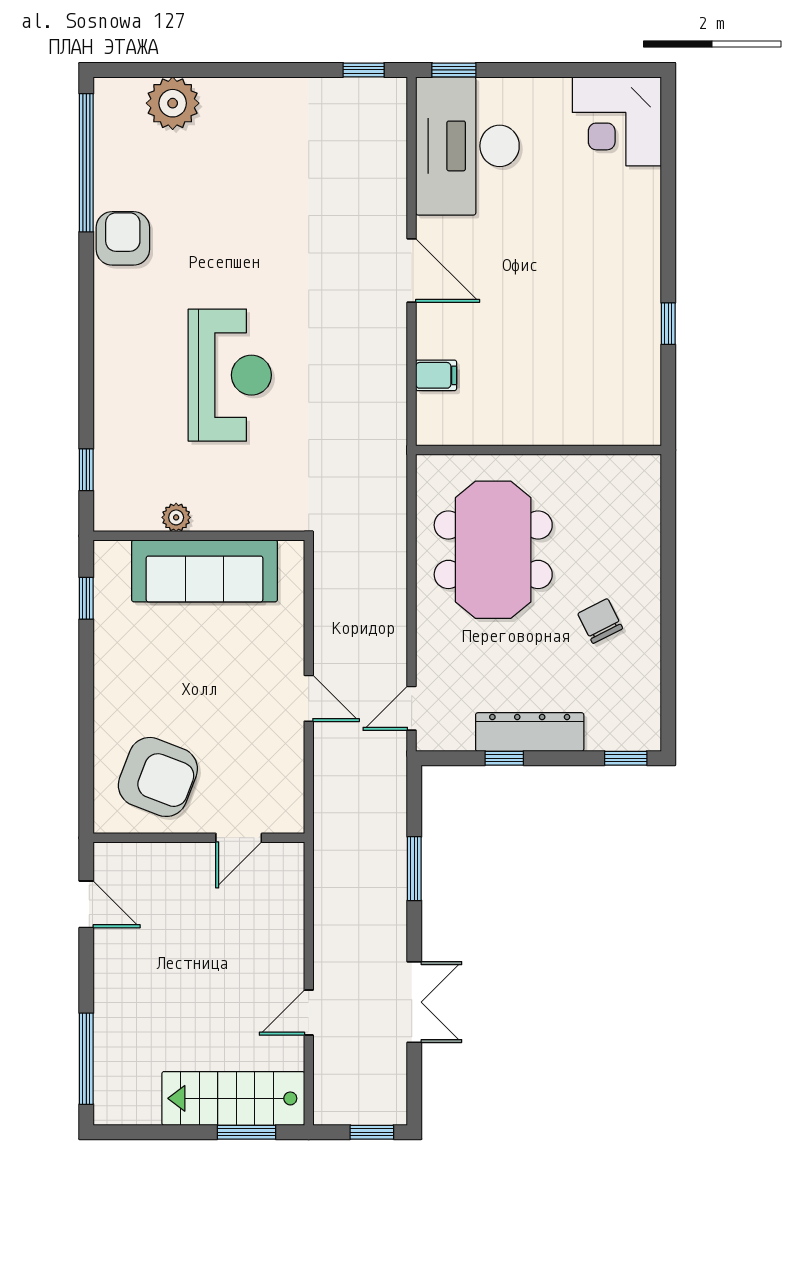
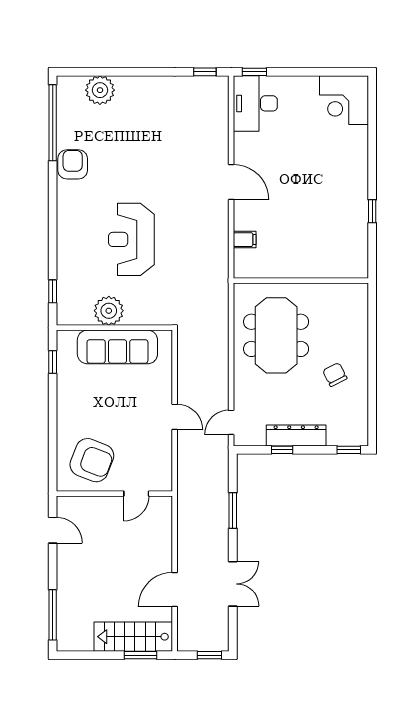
desk: (467, 146) -> (255, 103), width x0.73, depth x0.77
reception desk: (230, 375) -> (131, 239), turned 180
plant: (176, 517) -> (109, 311), width x1.88, depth x1.88
door: (309, 1013) -> (175, 590), width x1.38

